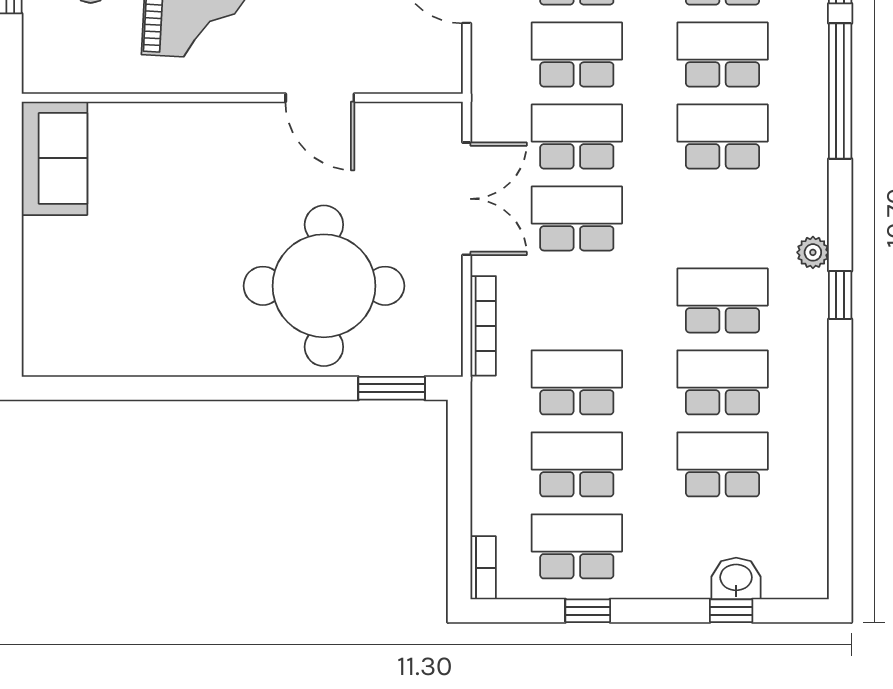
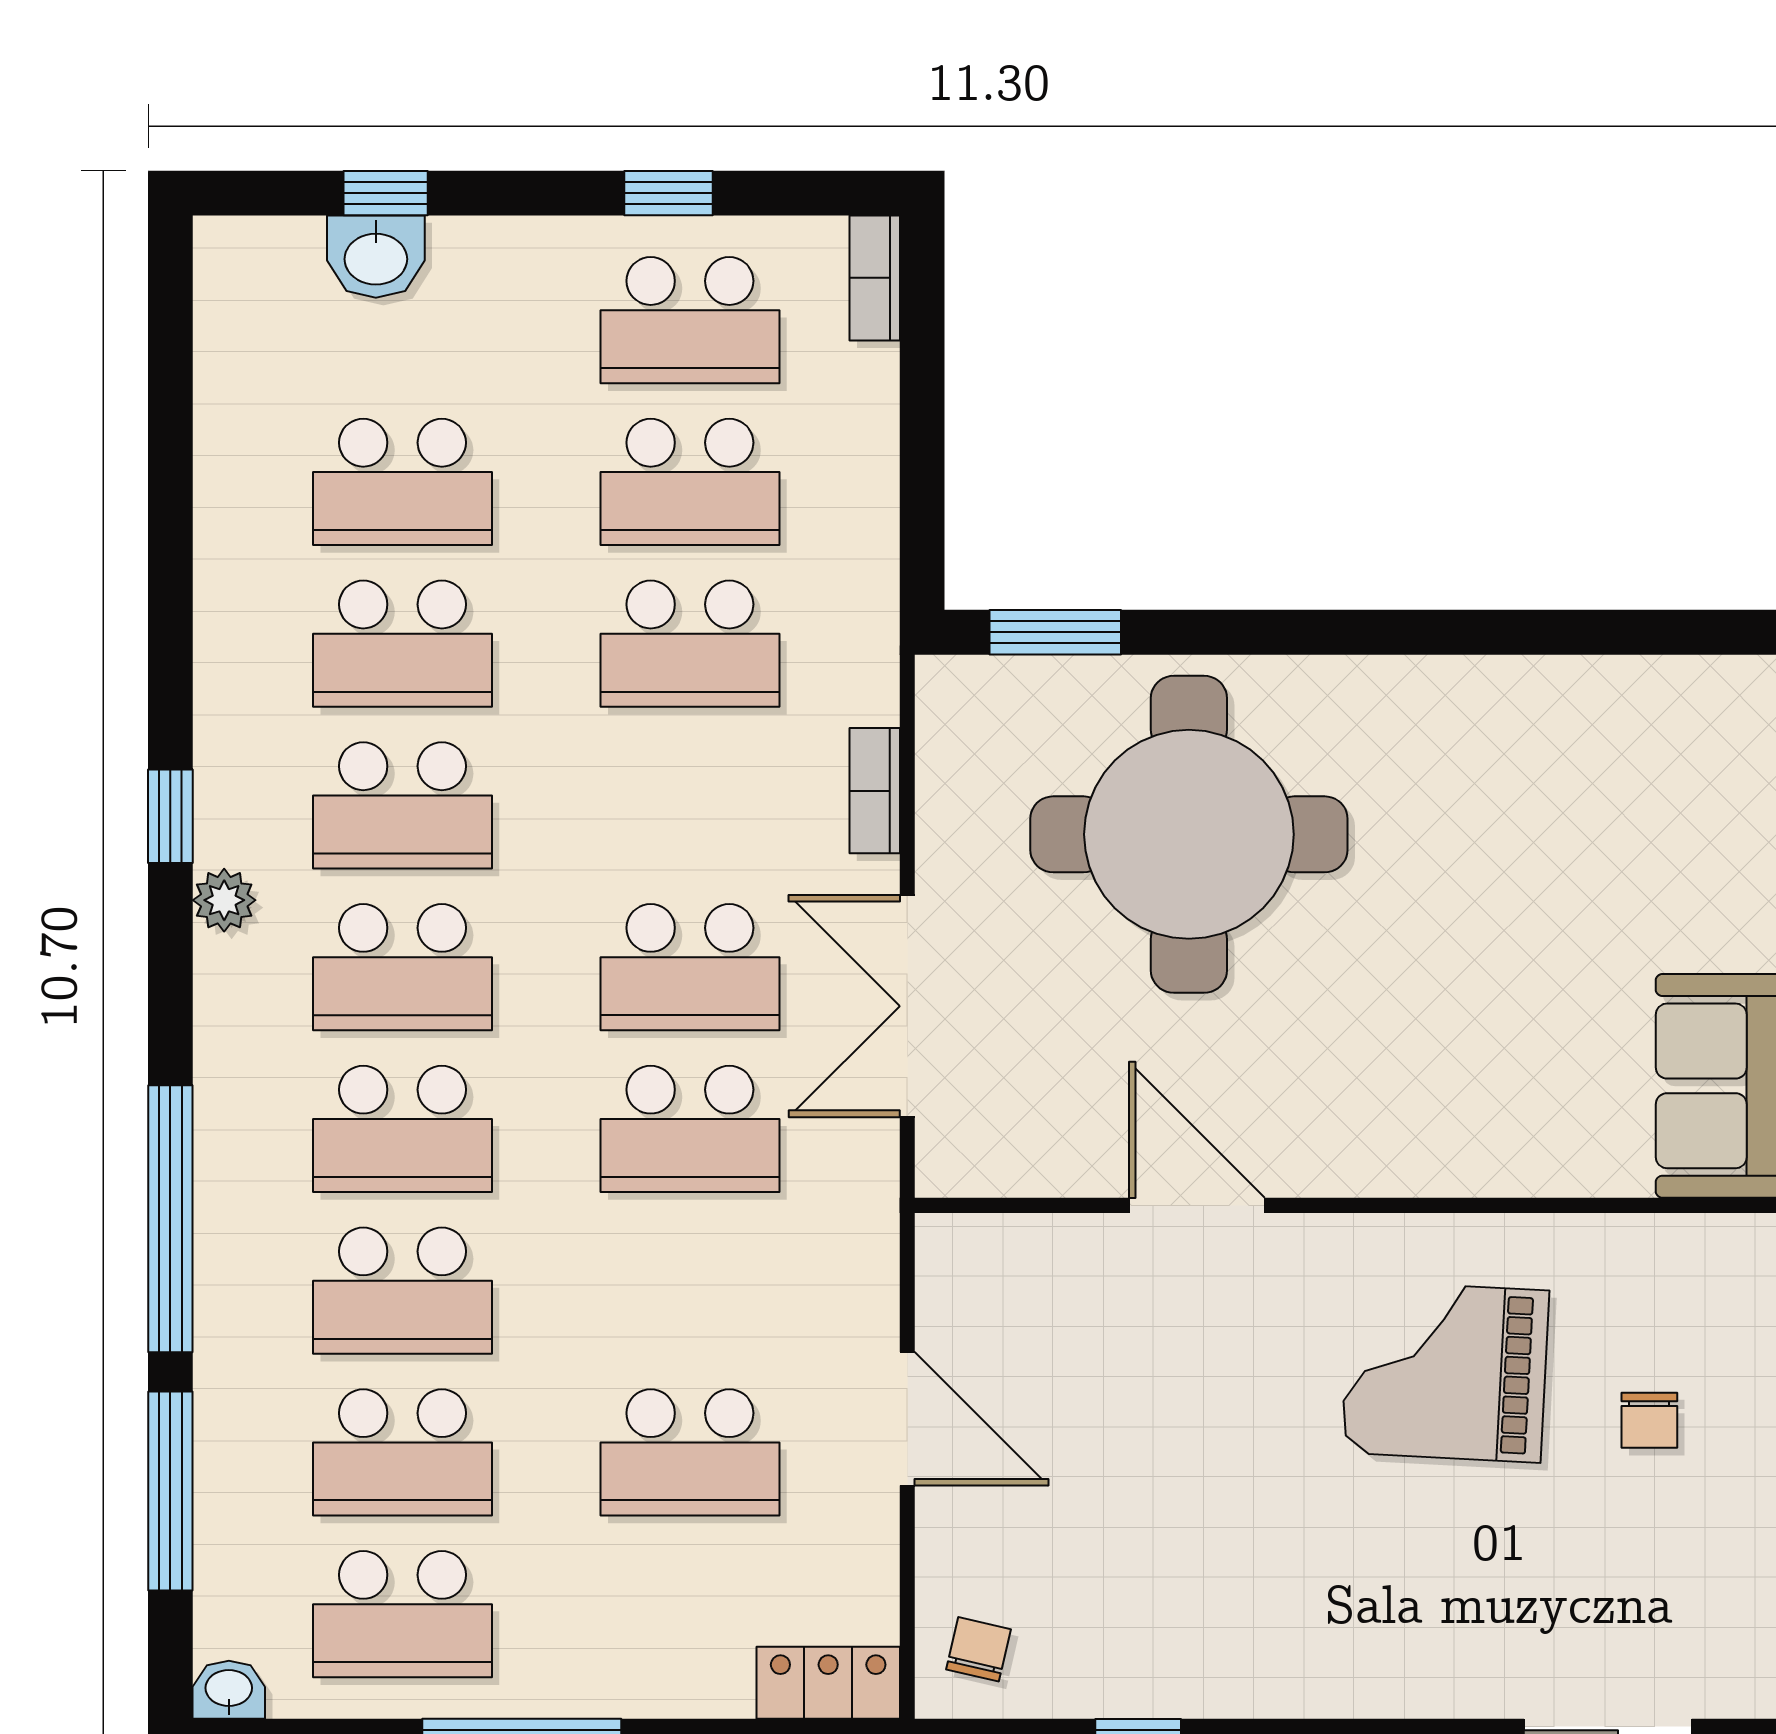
school desk: (577, 55) -> (402, 967), moved
bookcase: (483, 326) -> (875, 791), width x0.64

